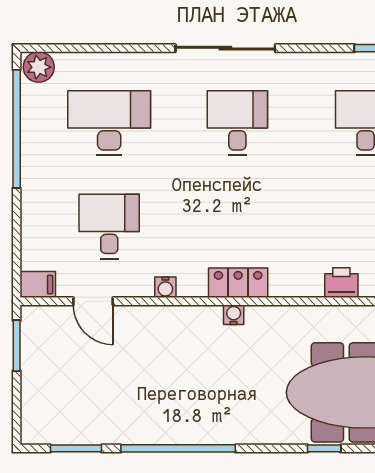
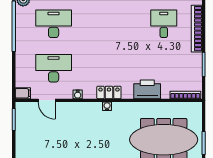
desk: (237, 123) -> (109, 24), removed
desk: (109, 226) -> (54, 68), width x1.37
printer: (341, 283) -> (147, 89), width x1.87, depth x1.48

